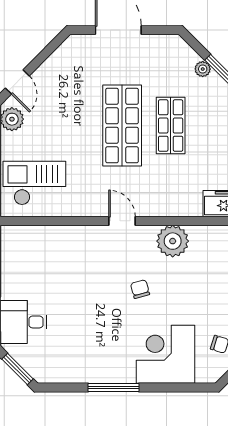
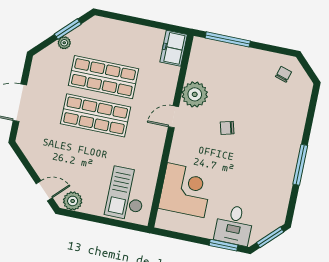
shop shelf: (171, 126) -> (103, 77), width x1.43, depth x1.36
door: (122, 221) -> (174, 117), moved
corner desk: (166, 354) -> (186, 190), moved, turned 180

